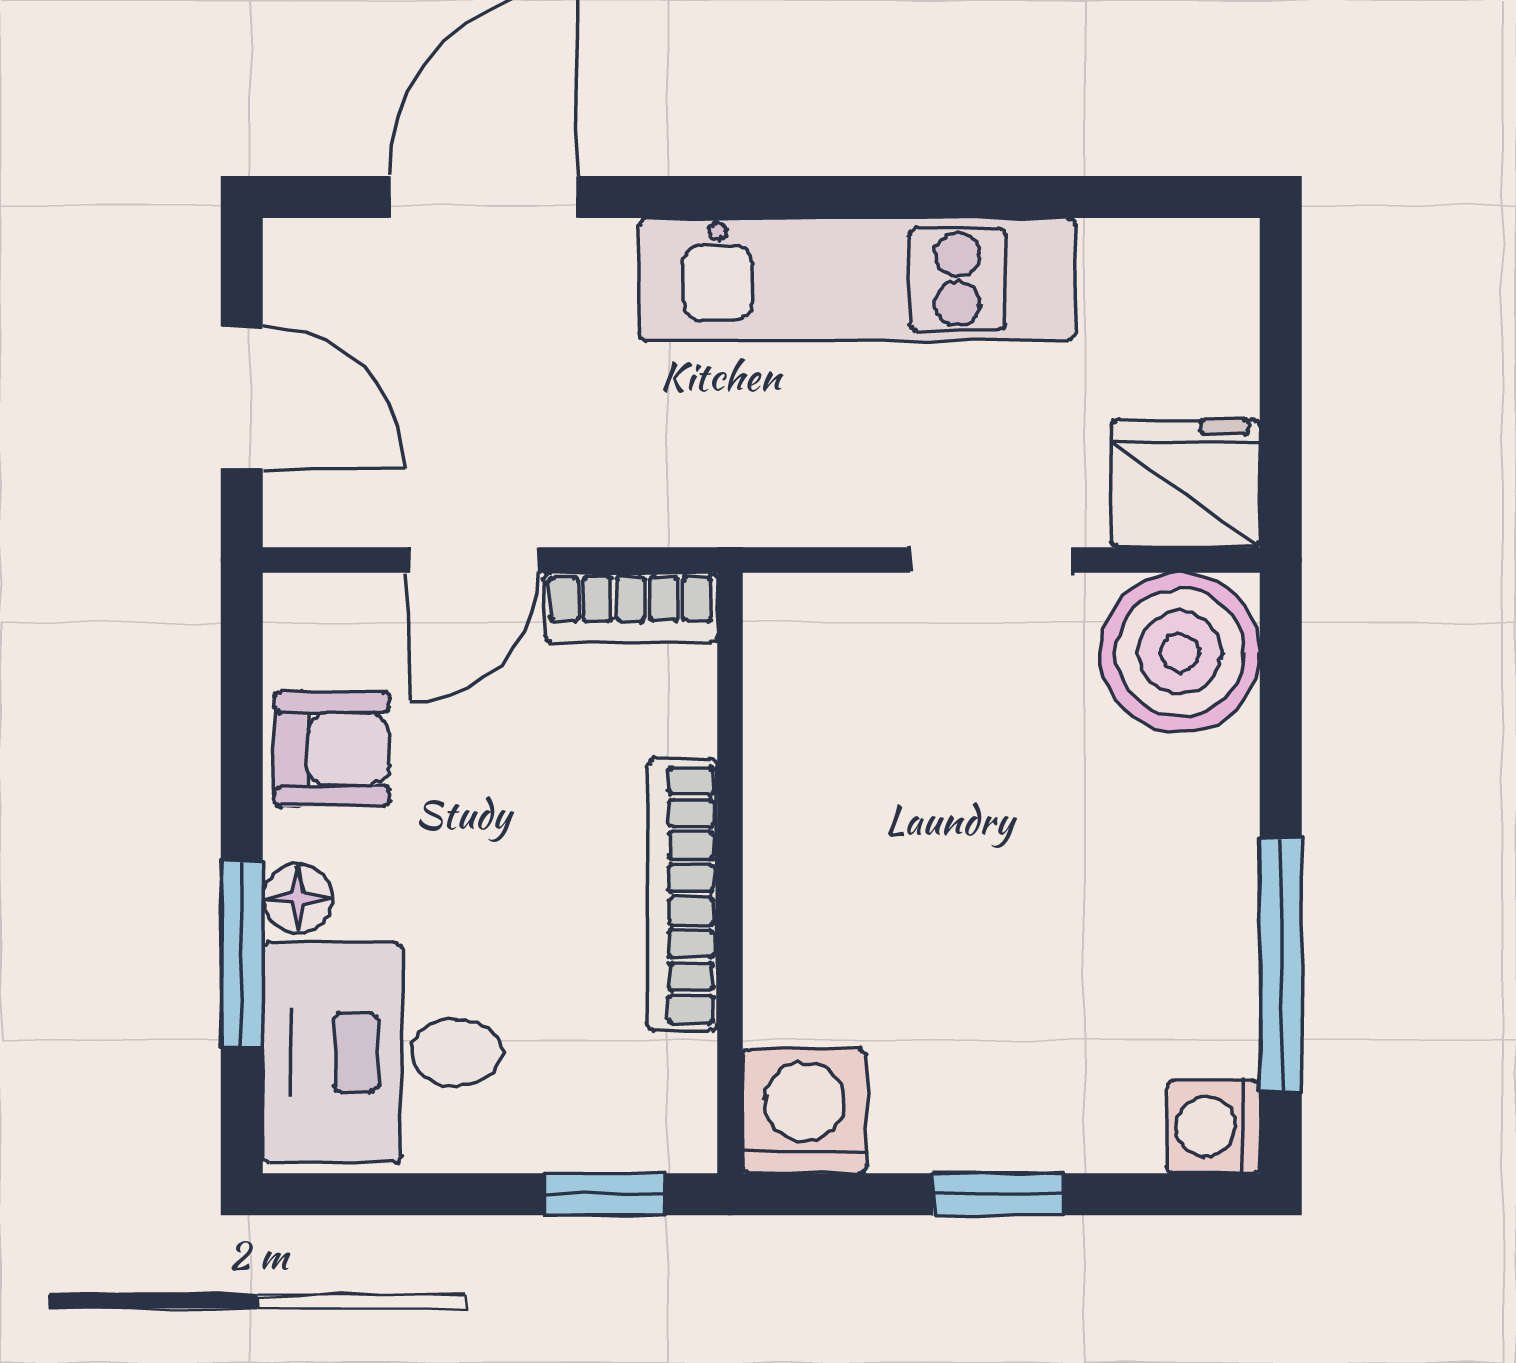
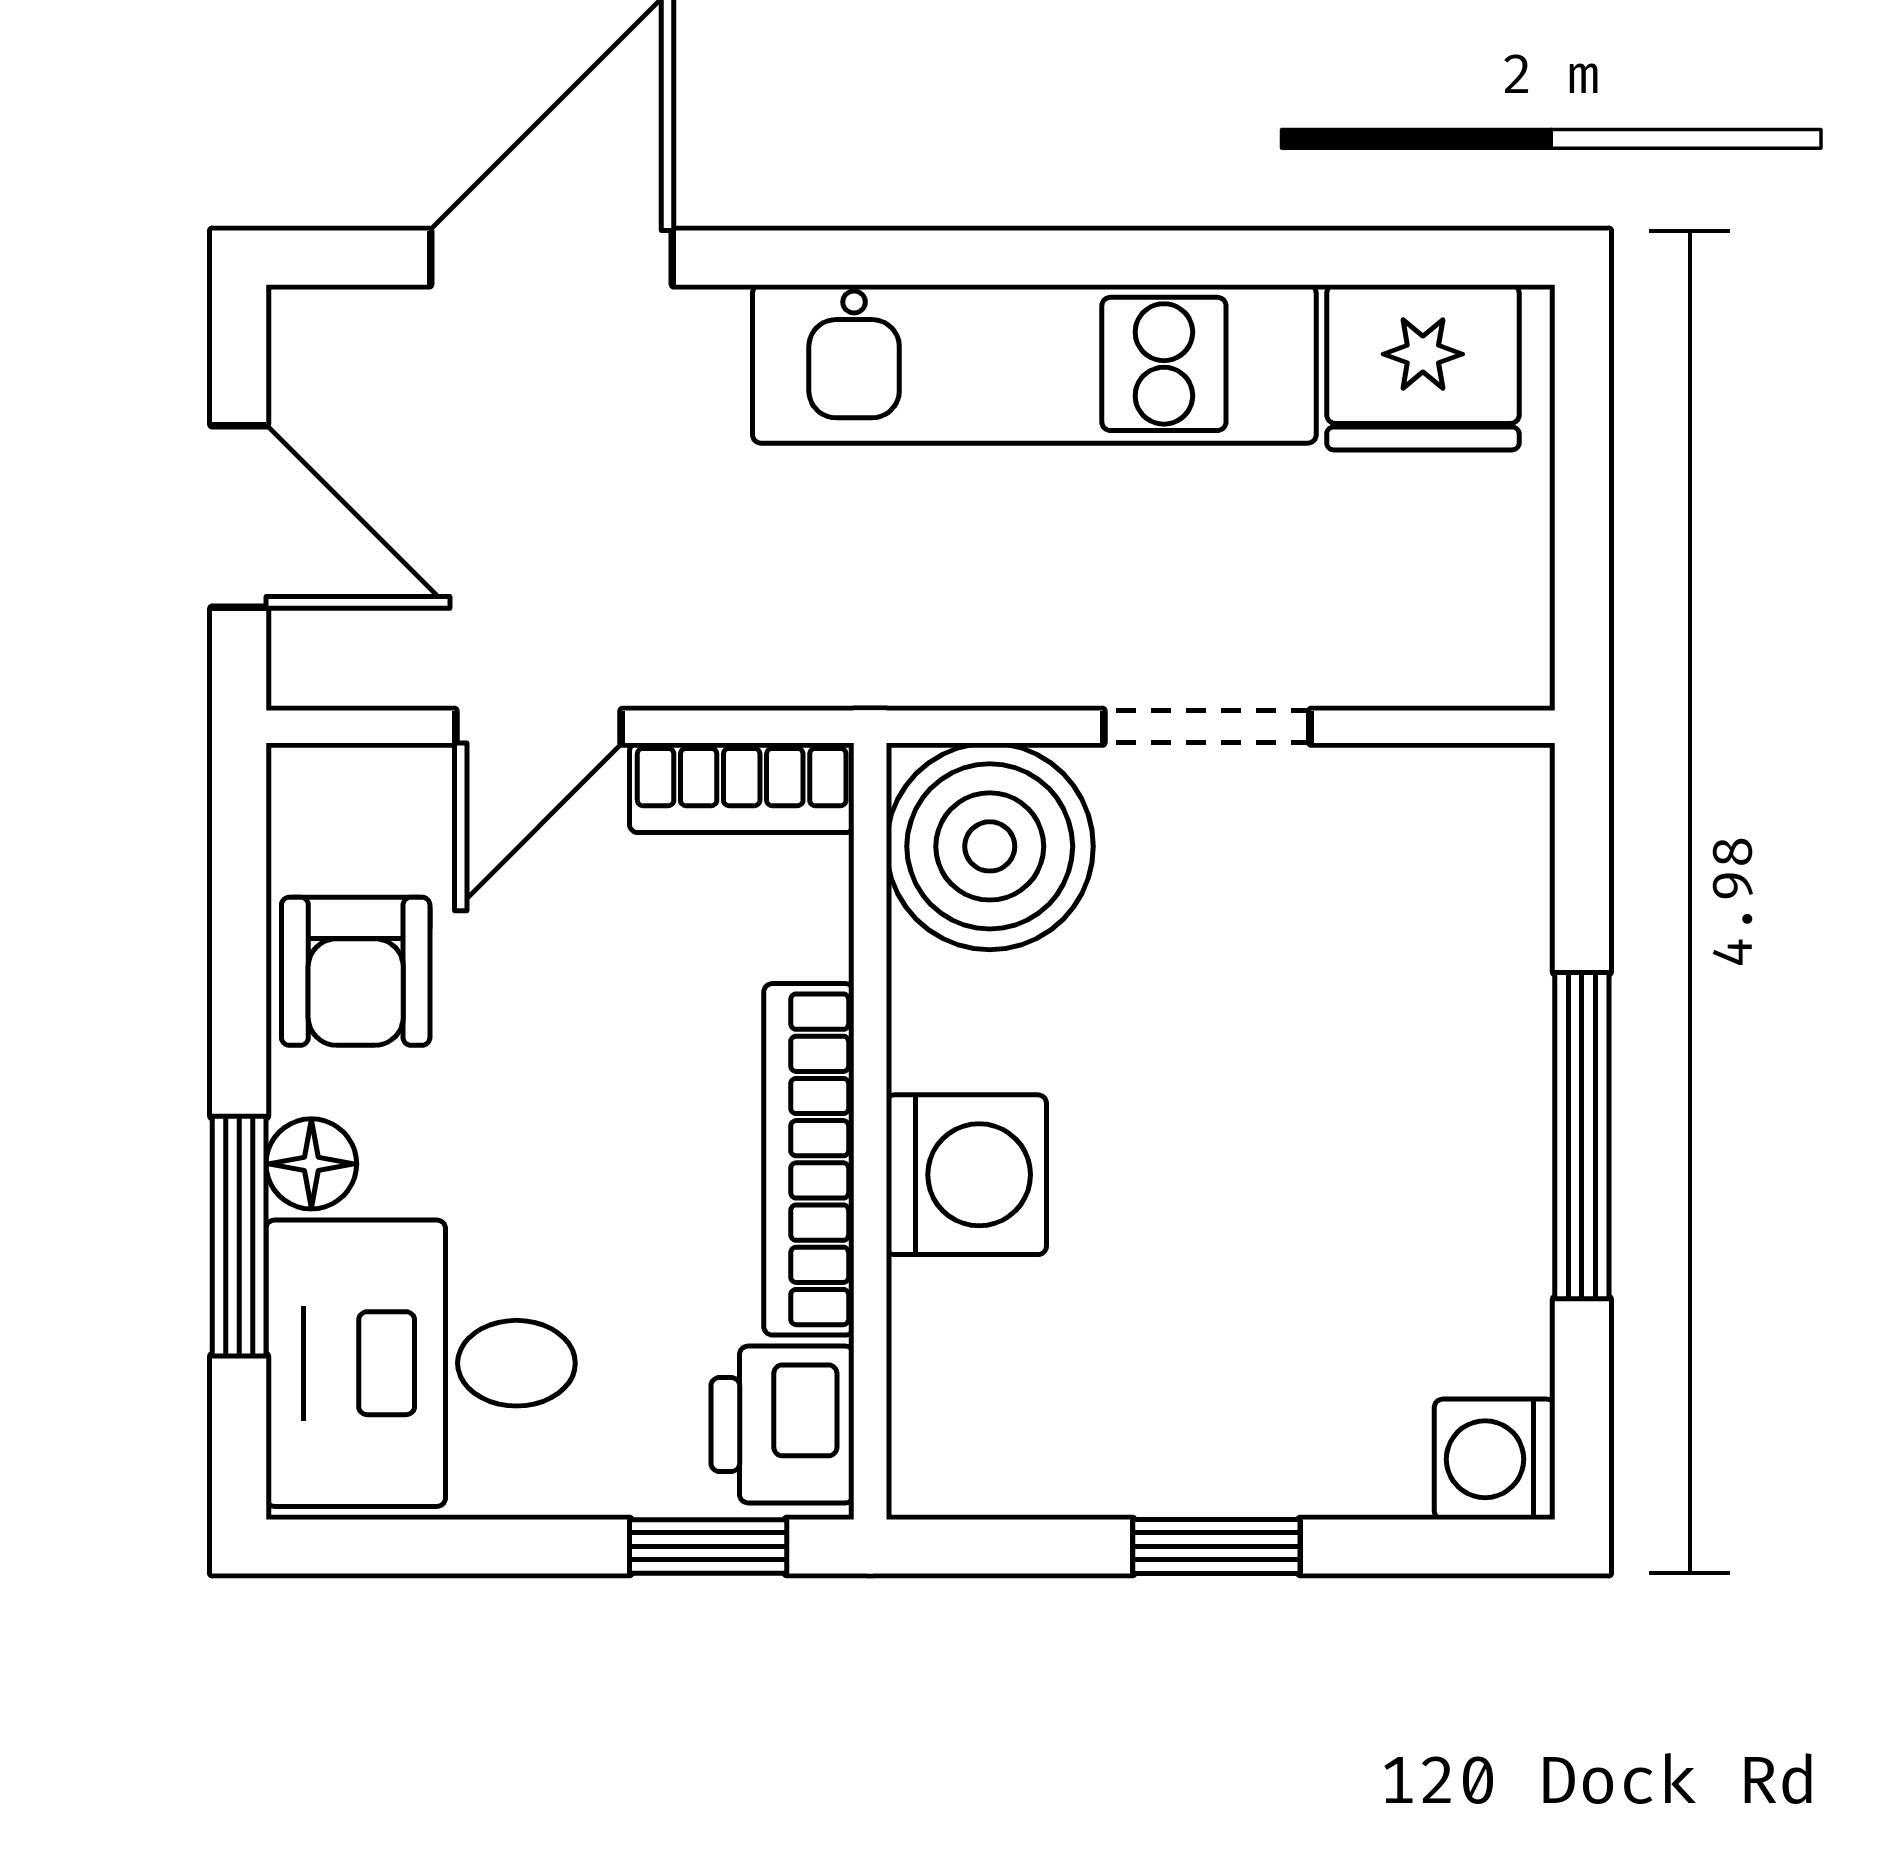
fridge: (1186, 483) -> (1423, 367), moved, turned 180
boiler: (1180, 653) -> (990, 846), moved
armchair: (332, 749) -> (356, 971), turned 90
window: (1281, 965) -> (1582, 1136), moved
printer: (662, 1100) -> (782, 1425), added
washing machine: (804, 1111) -> (966, 1175), moved, turned 90

